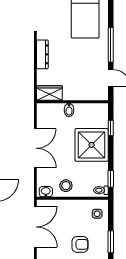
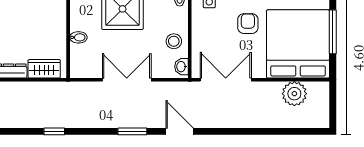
wardrobe: (49, 93) -> (44, 69), moved, turned 90

